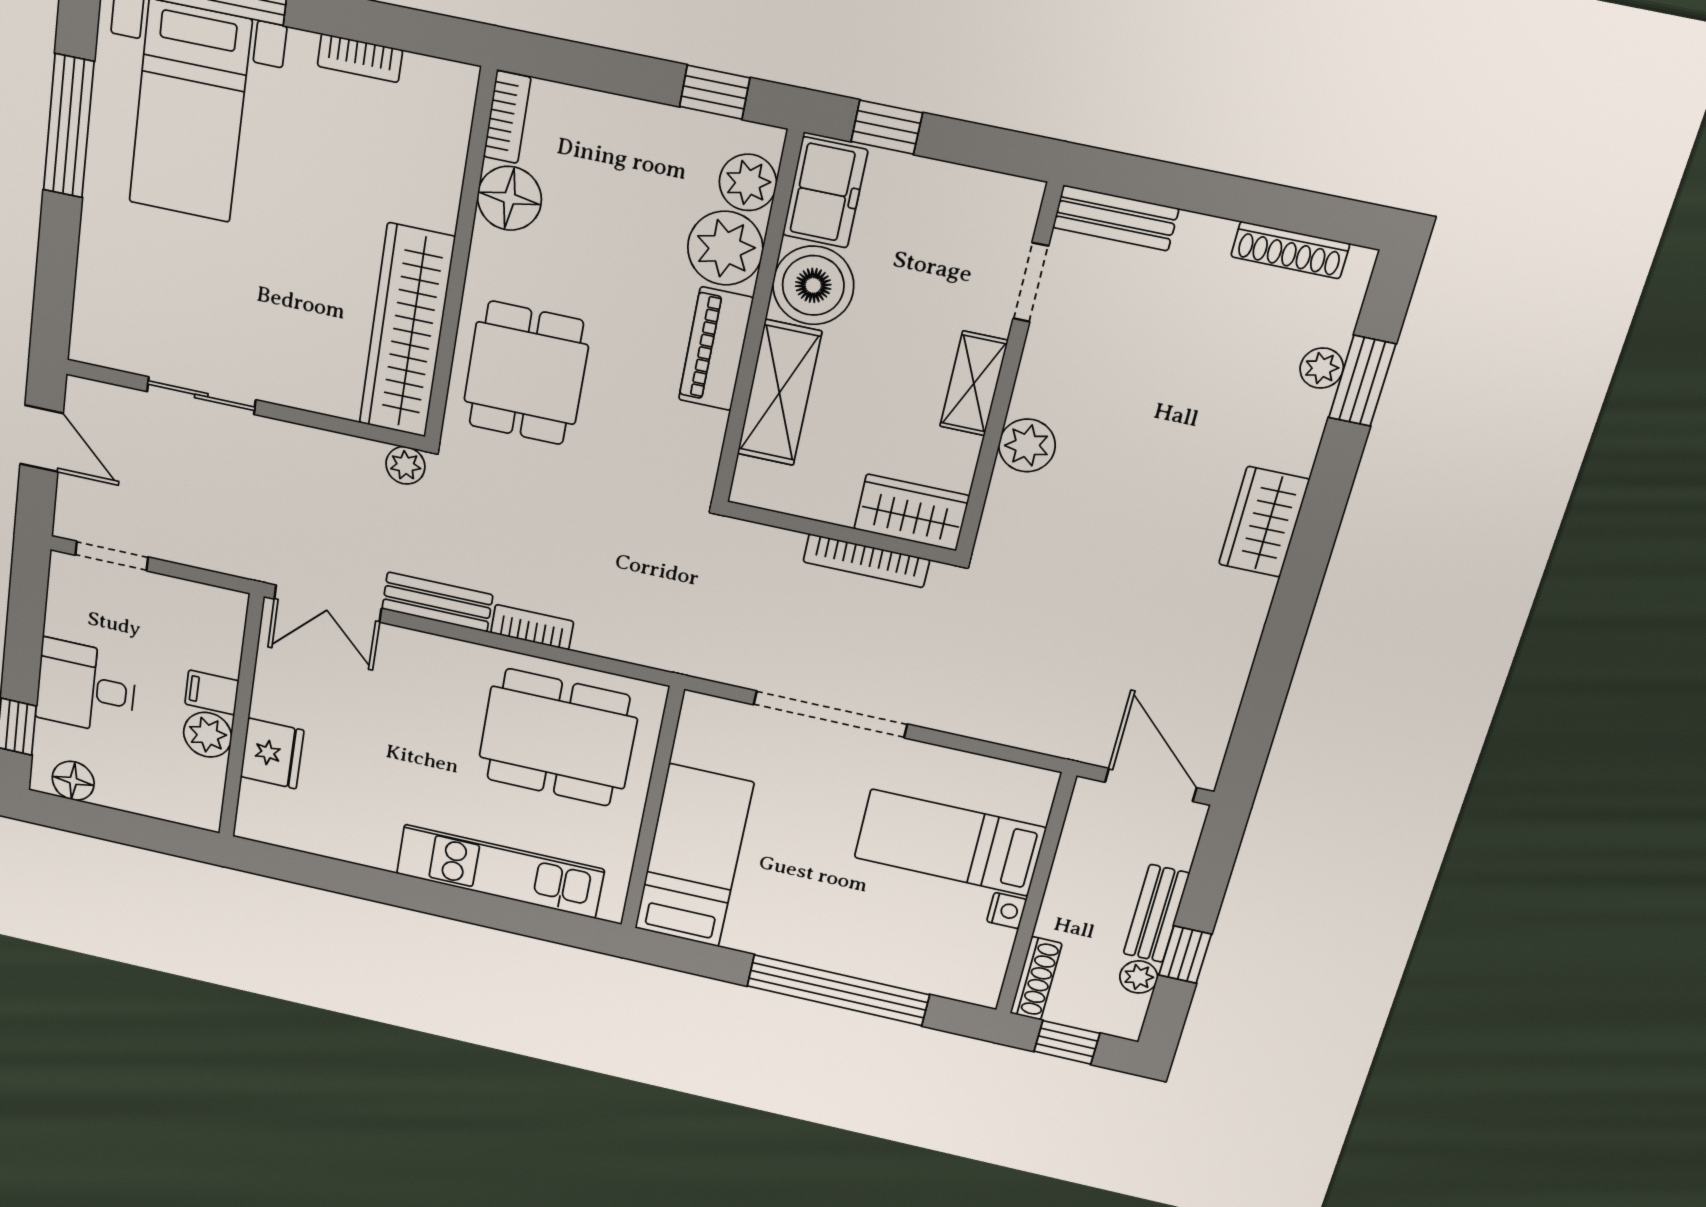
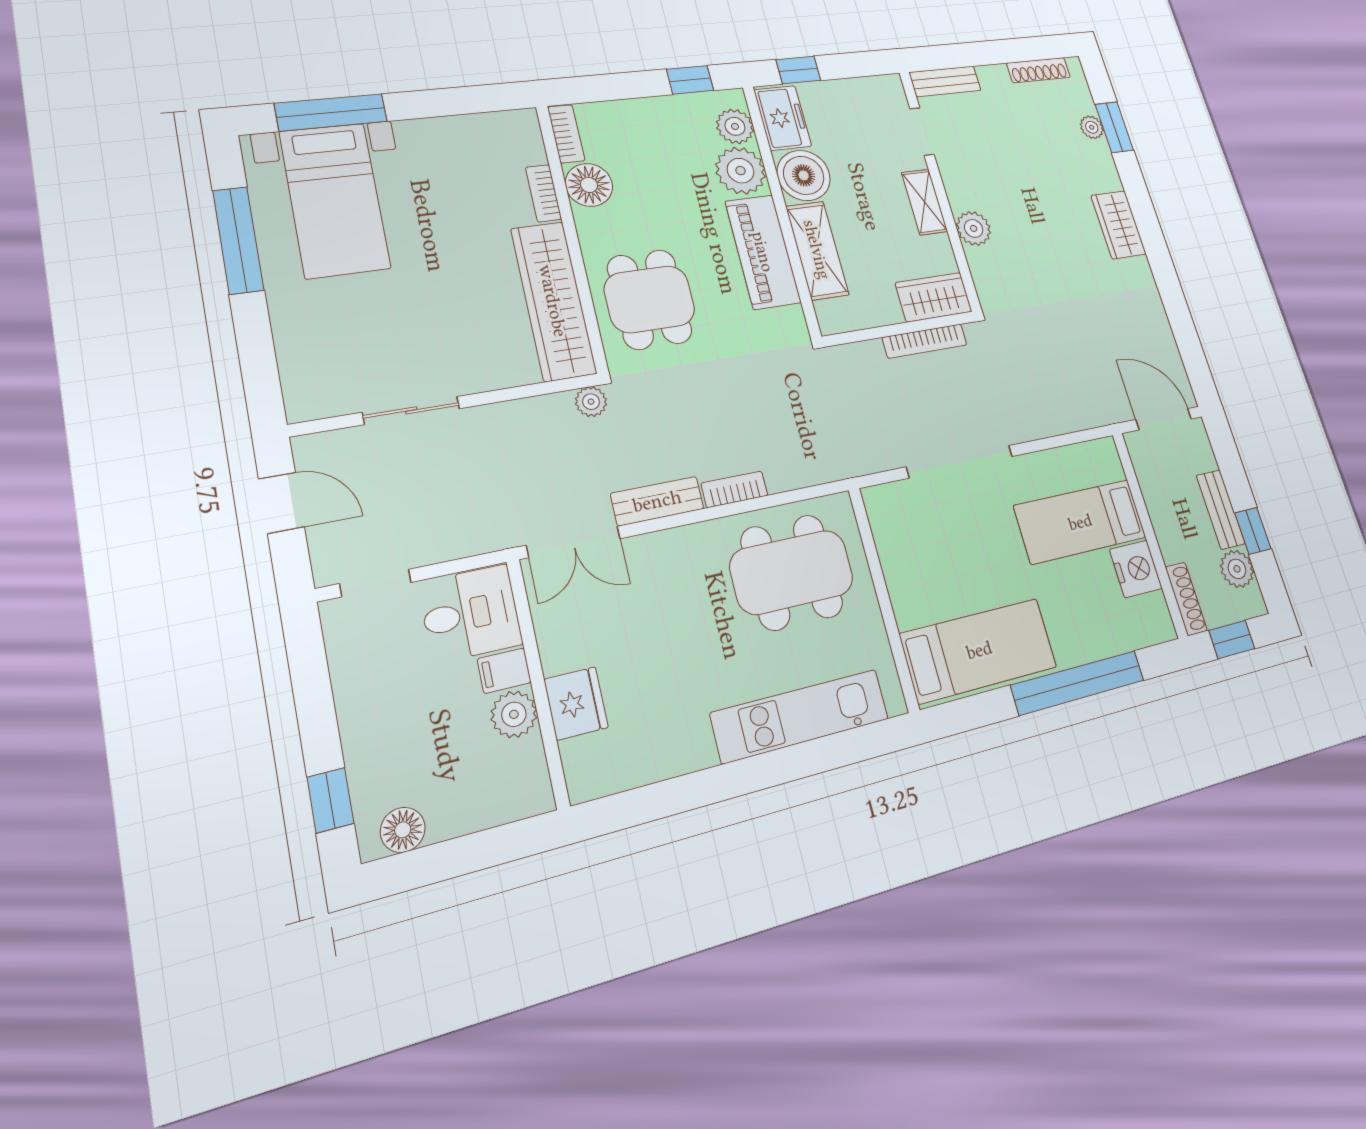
bookcase: (360, 58) -> (544, 193), moved, turned 90
piano: (716, 349) -> (763, 252), width x1.37, depth x1.33
desk: (86, 687) -> (470, 613), moved, turned 180
bed: (694, 856) -> (979, 650), moved, turned 90
nightstand: (1007, 911) -> (1136, 569), width x1.89, depth x1.79
plant: (1139, 977) -> (1237, 569), width x1.38, depth x1.38

